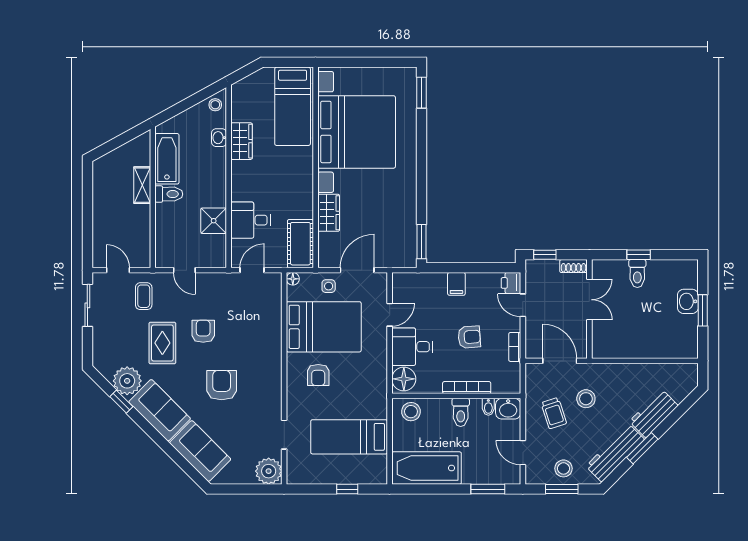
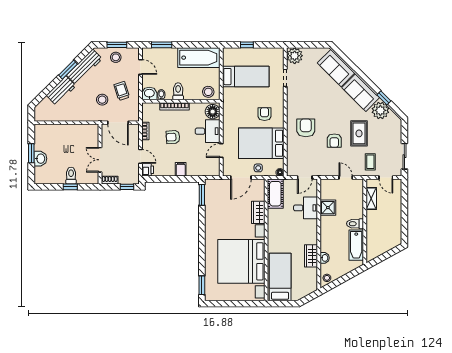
shelving: (142, 185) -> (371, 198), moved
armchair: (222, 385) -> (306, 128), moved, turned 180

